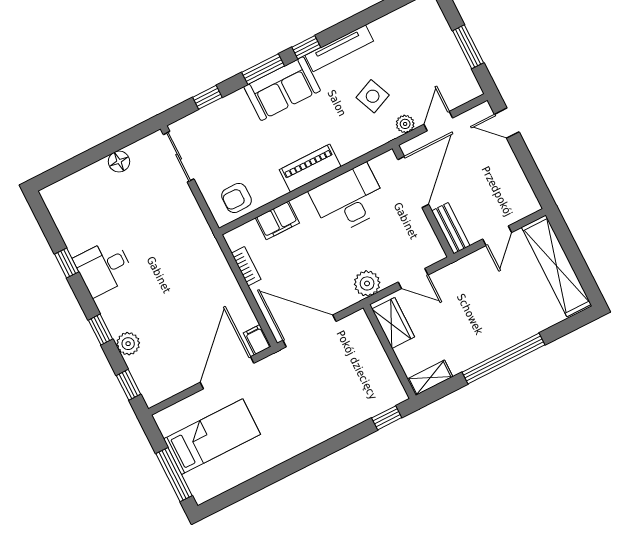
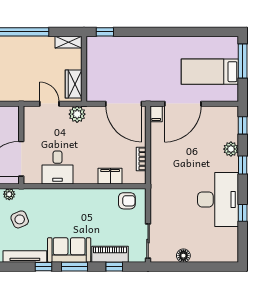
piano: (310, 168) -> (110, 254), moved, turned 180
desk: (349, 199) -> (57, 167), width x0.73
bench: (451, 228) -> (13, 121), removed
desk: (104, 268) -> (218, 199), width x1.87, depth x1.30

